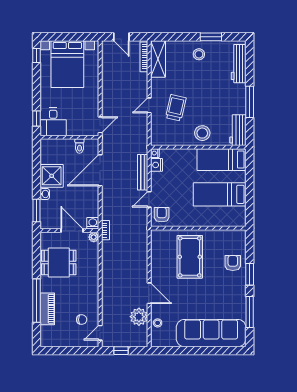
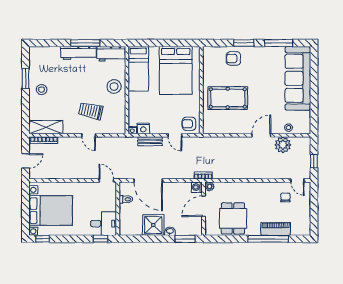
workbench: (239, 64) -> (78, 53), moved
bench: (143, 172) -> (150, 141), width x0.73
bed: (220, 194) -> (176, 70), width x1.50

